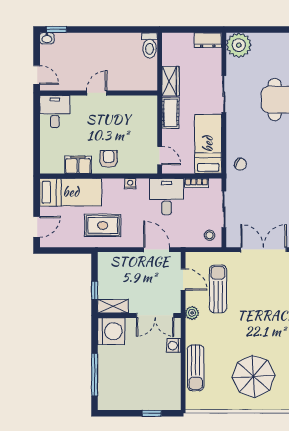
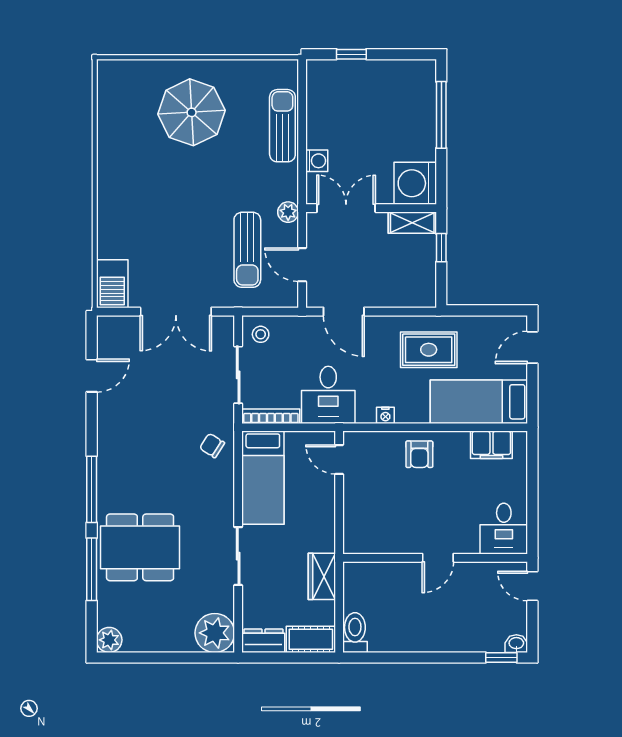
cot: (170, 113) -> (311, 639), moved, turned 90
filing cabinet: (78, 165) -> (491, 445), moved
bookcase: (196, 183) -> (271, 416), width x1.56

